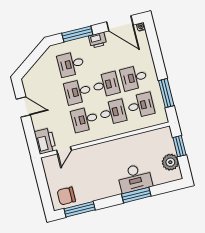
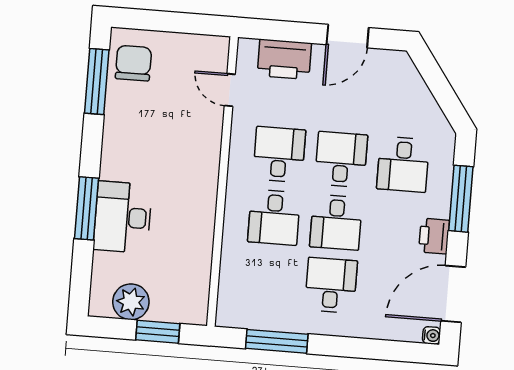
desk: (71, 64) -> (403, 164), turned 180
desk: (141, 105) -> (269, 280), removed
printer: (45, 141) -> (284, 59), moved

